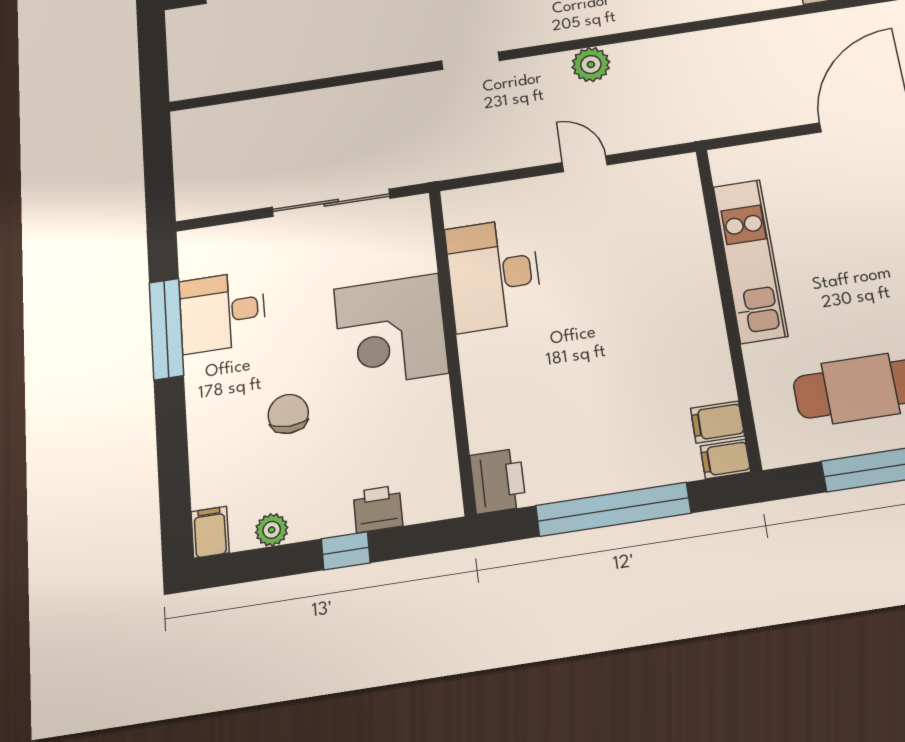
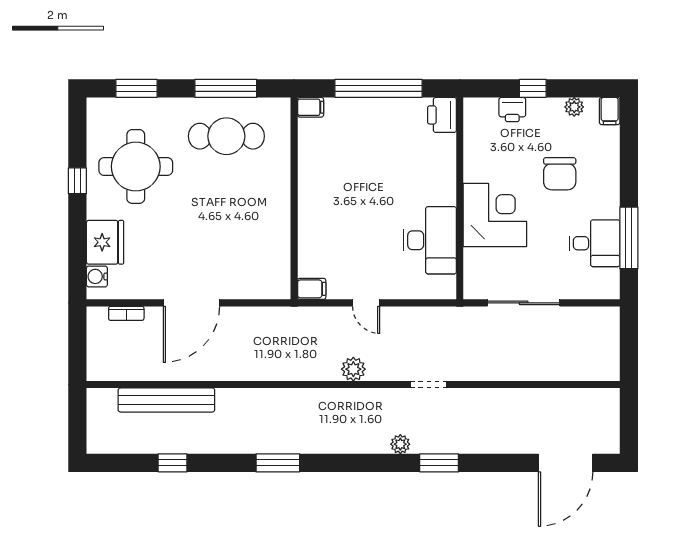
kitchen unit: (750, 261) -> (277, 224), removed
chair: (288, 414) -> (560, 174), width x1.37, depth x1.37
filing cabinet: (717, 422) -> (312, 289), moved

